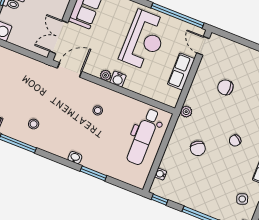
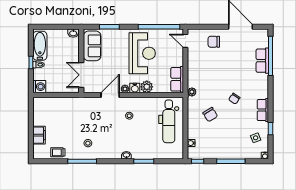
door: (70, 70) -> (110, 95), moved
row of seats: (181, 71) -> (177, 79), moved
plant: (133, 83) -> (147, 87), added
chair: (225, 87) -> (214, 42), moved

